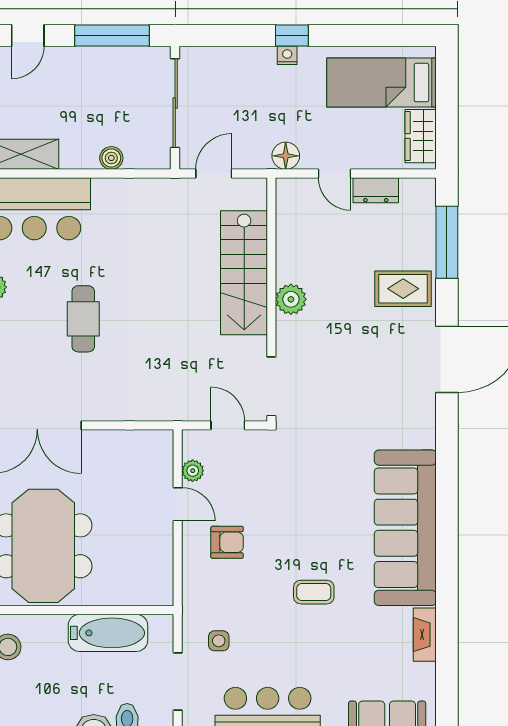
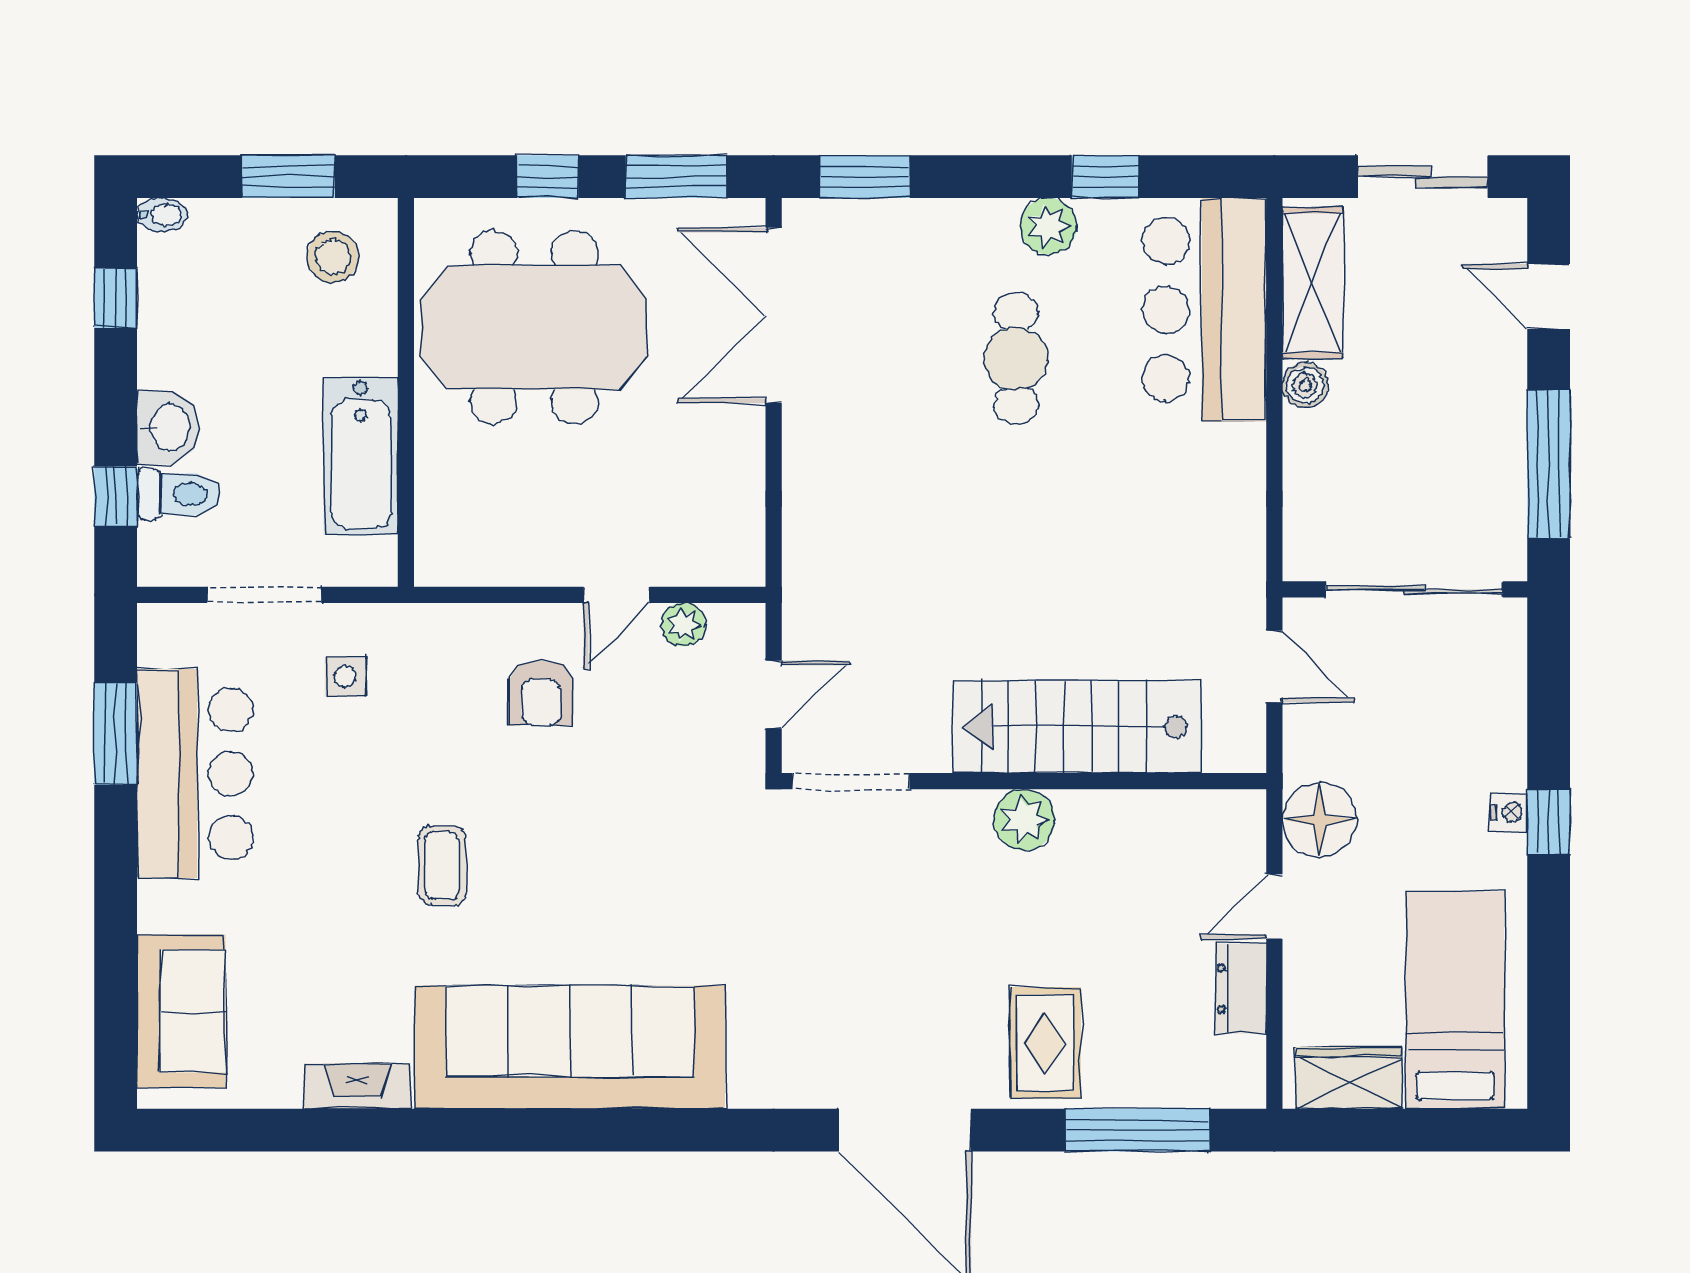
floor lamp: (286, 156) -> (1320, 820), width x1.38, depth x1.38
boiler: (111, 158) -> (1305, 385), moved
cafe table: (83, 319) -> (1016, 359), moved, turned 90

